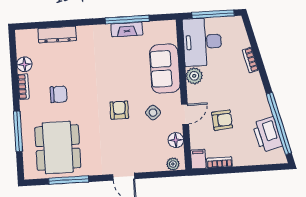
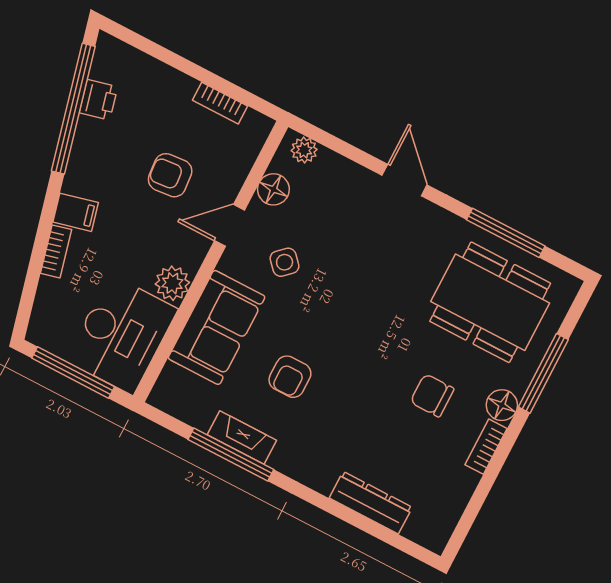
floor lamp: (24, 64) -> (502, 405), moved
armchair: (119, 110) -> (290, 377), moved
printer: (267, 135) -> (98, 100), width x0.53, depth x0.68
dining table: (58, 147) -> (490, 302), turned 90
filing cabinet: (198, 159) -> (76, 212), moved, turned -104

